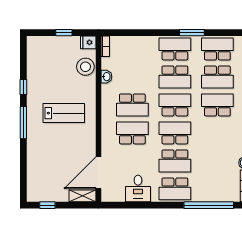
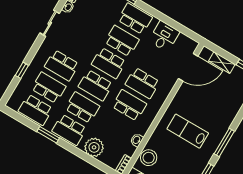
plant: (142, 46) -> (94, 147), added
shelving: (82, 196) -> (222, 63), moved

